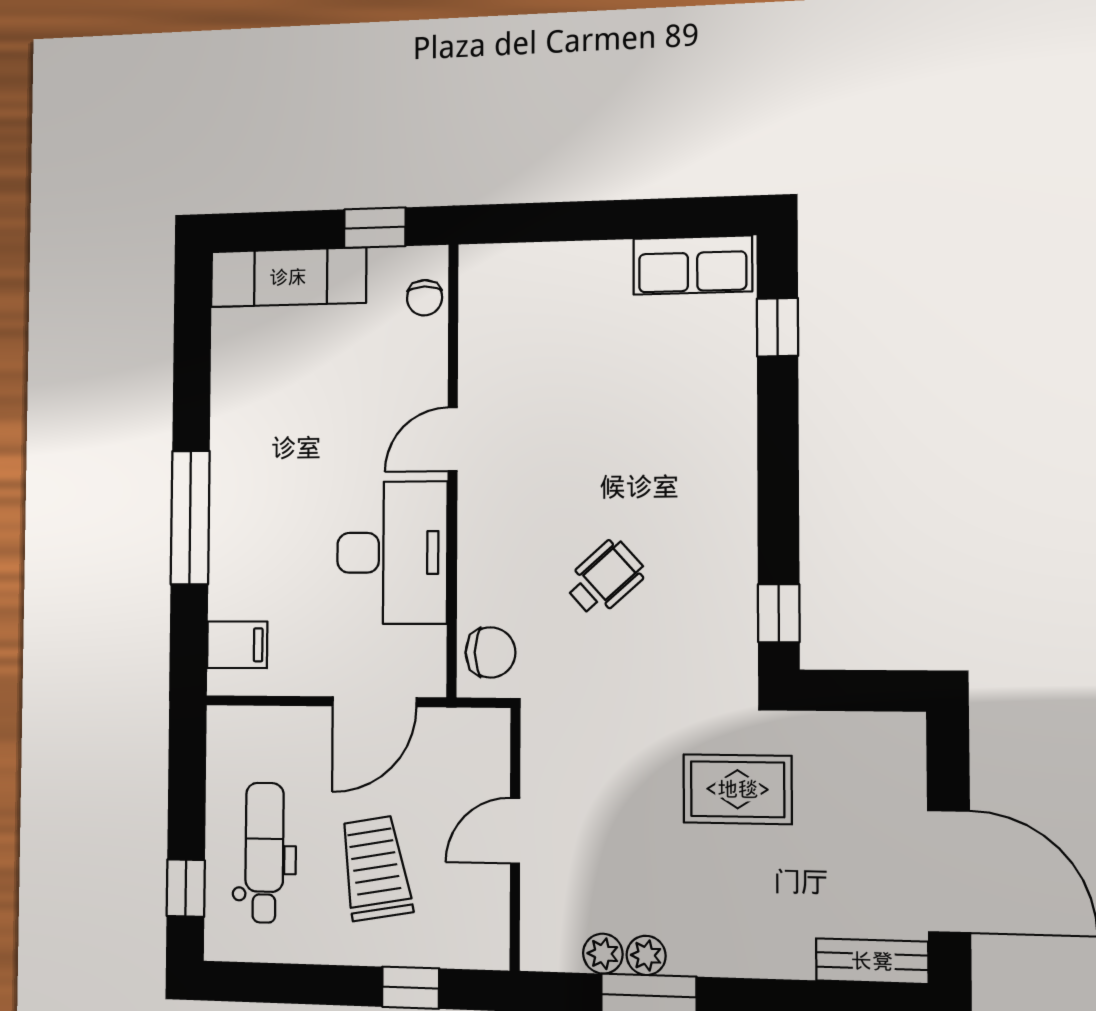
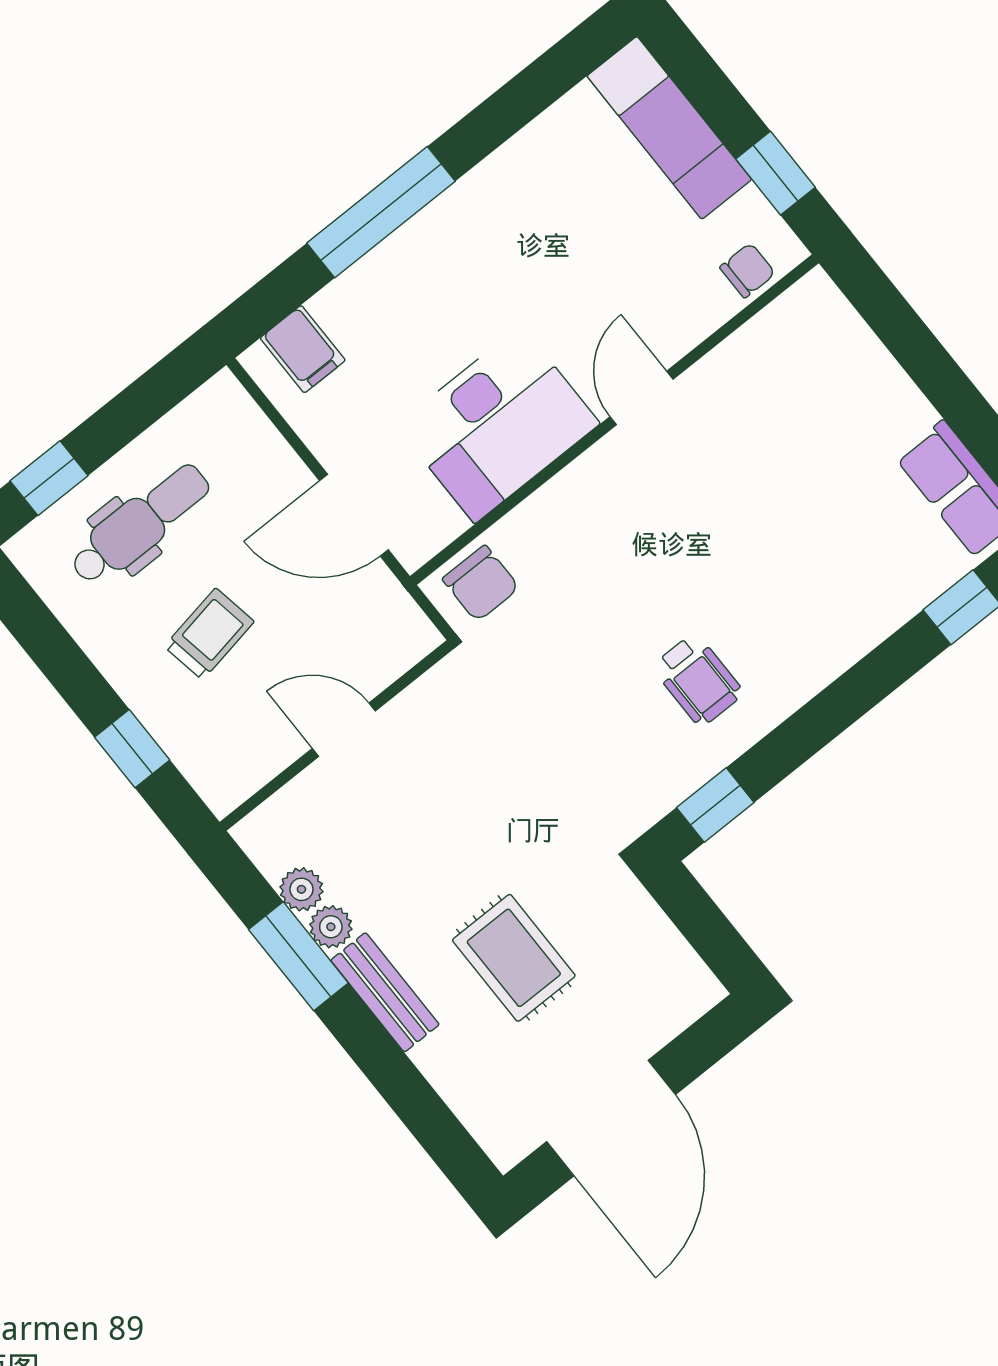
chair: (425, 298) -> (748, 270), turned 180
door: (453, 439) -> (641, 398), hinge flipped
wheelchair: (605, 578) -> (698, 680), moved, turned 42
rug: (738, 789) -> (514, 958), moved
trolley: (375, 868) -> (209, 634), width x0.73, depth x0.72
bench: (872, 961) -> (385, 992), moved

